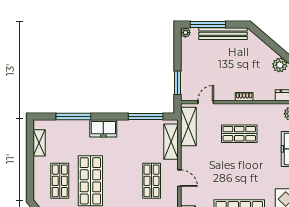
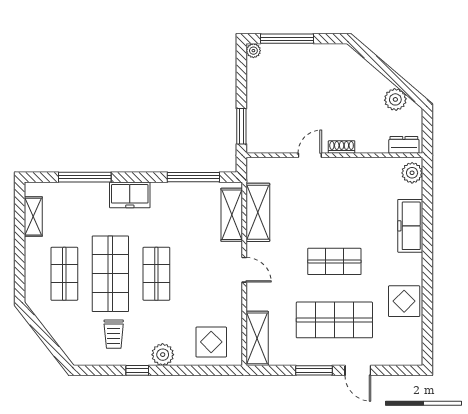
bench: (223, 34) -> (310, 52), removed
door: (206, 102) -> (310, 155), moved
shelving: (188, 127) -> (258, 212), moved
shop shelf: (239, 134) -> (334, 261), moved
shop shelf: (152, 181) -> (156, 274), moved

